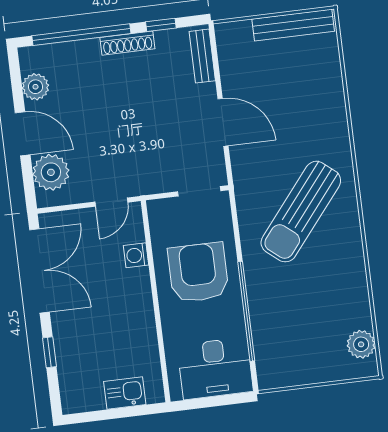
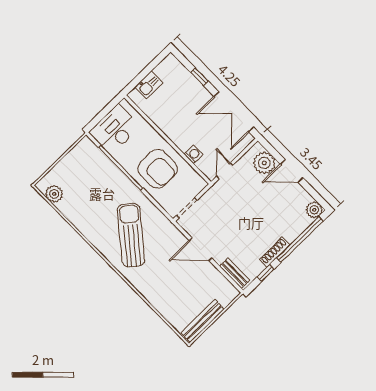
plant: (35, 87) -> (314, 210), moved

